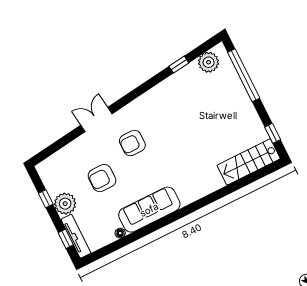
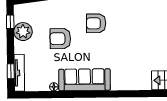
window: (46, 199) -> (10, 22), moved
plant: (65, 204) -> (23, 32), moved

